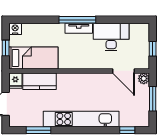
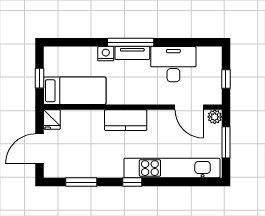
nightstand: (15, 29) -> (106, 54), moved
kitchen counter: (39, 81) -> (126, 120), moved
kitchen unit: (81, 119) -> (172, 168), moved
window: (127, 130) -> (132, 182), moved

